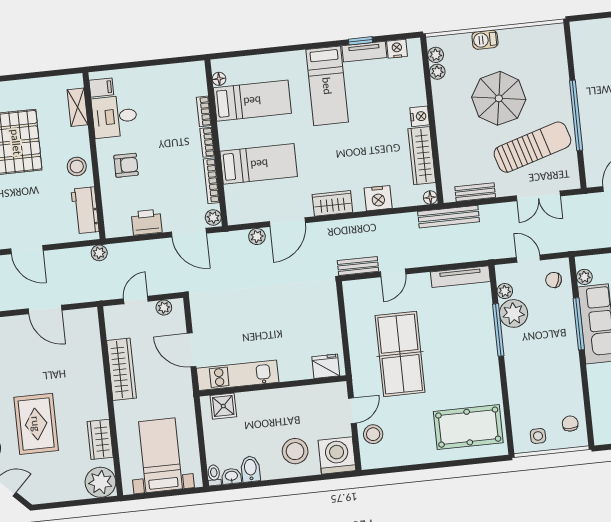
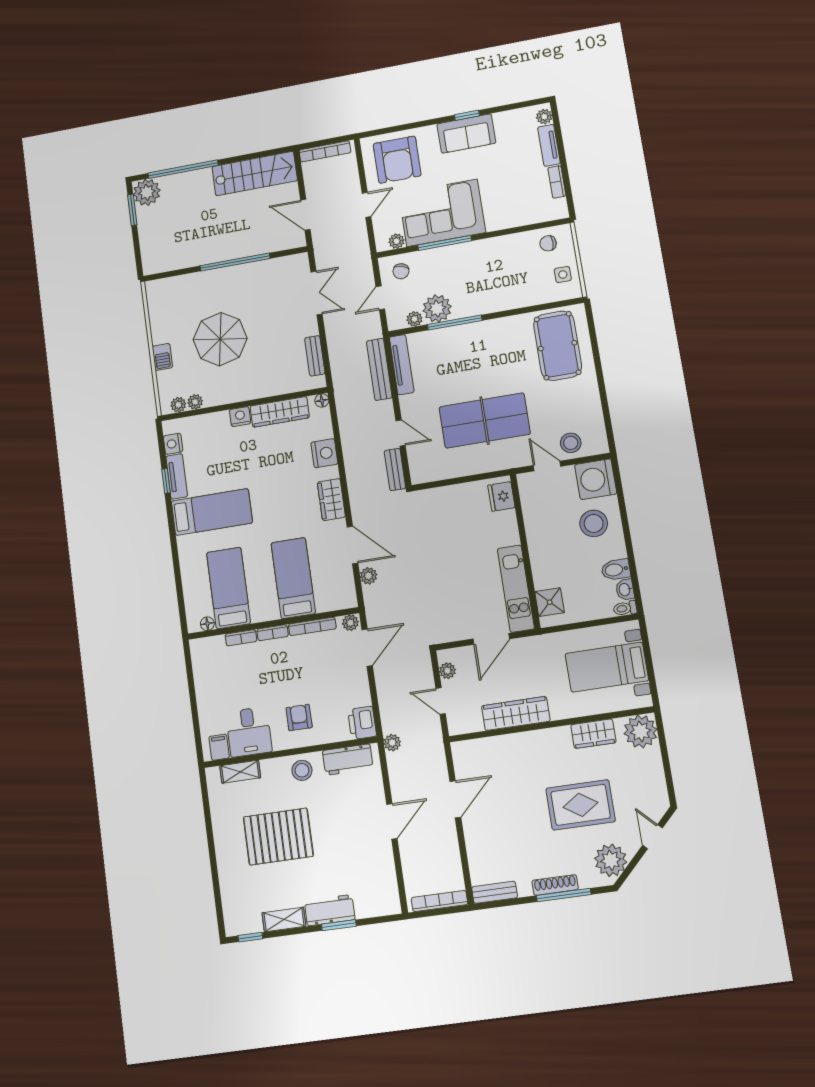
sun lounger: (532, 147) -> (268, 302), removed
bench: (449, 217) -> (379, 369), moved
printer: (147, 222) -> (362, 723), moved

